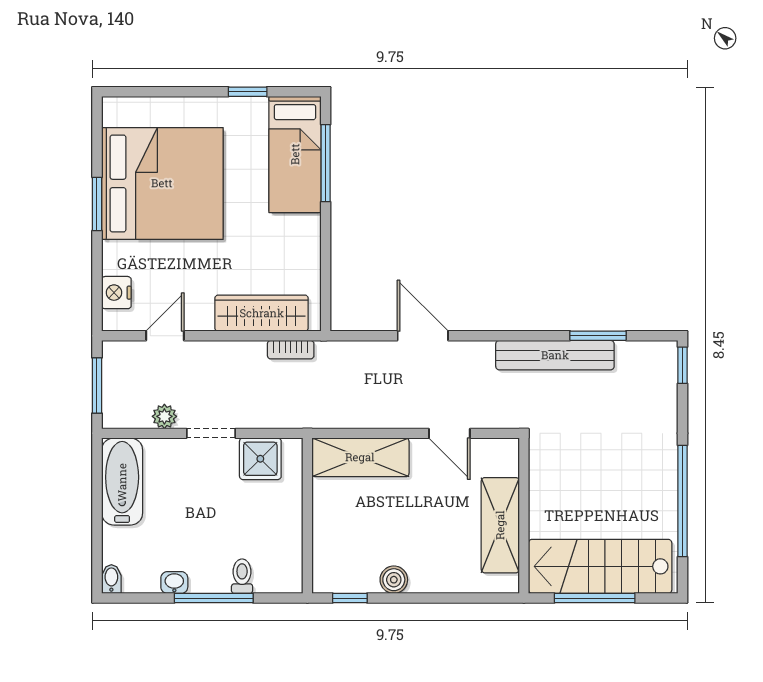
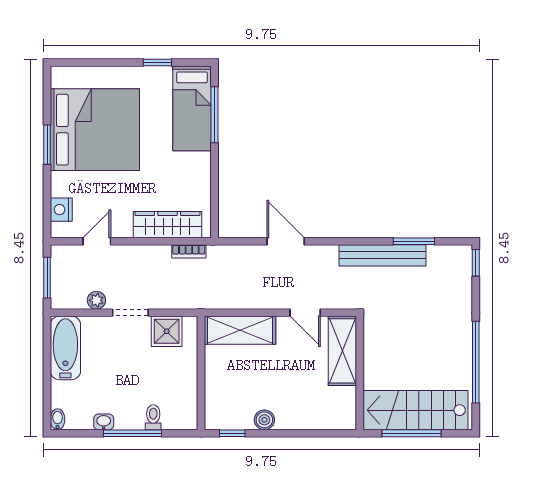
shelving: (500, 525) -> (342, 351), moved

